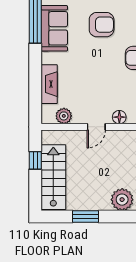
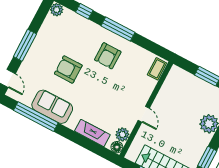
armchair: (102, 25) -> (68, 69), turned -90
floor lamp: (119, 117) -> (117, 147), moved

